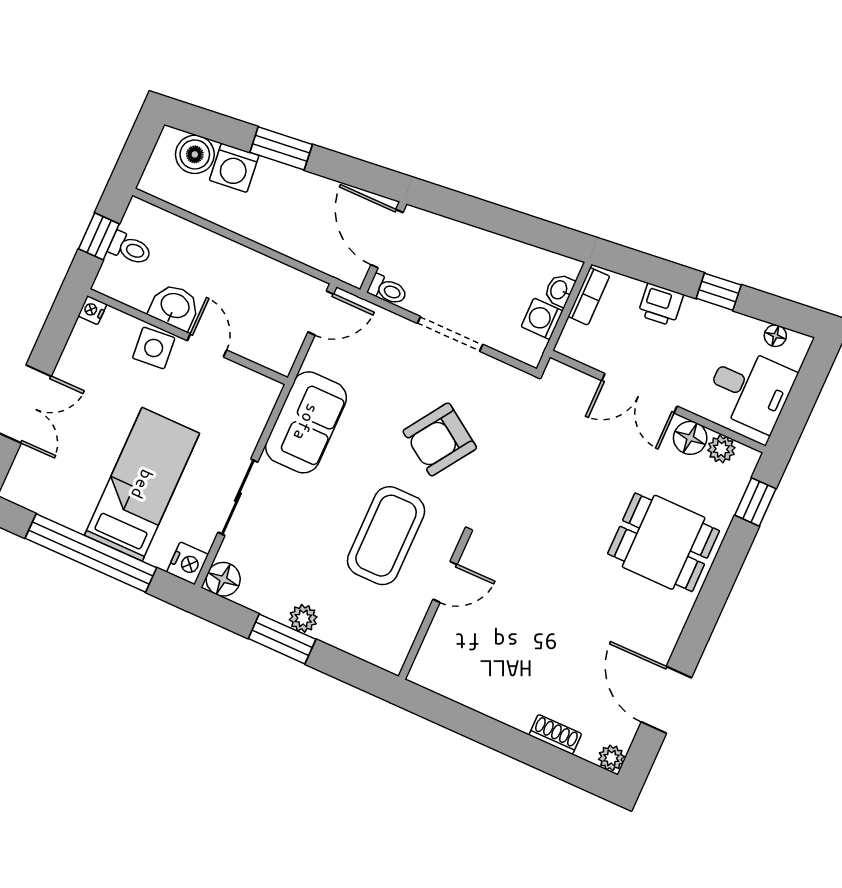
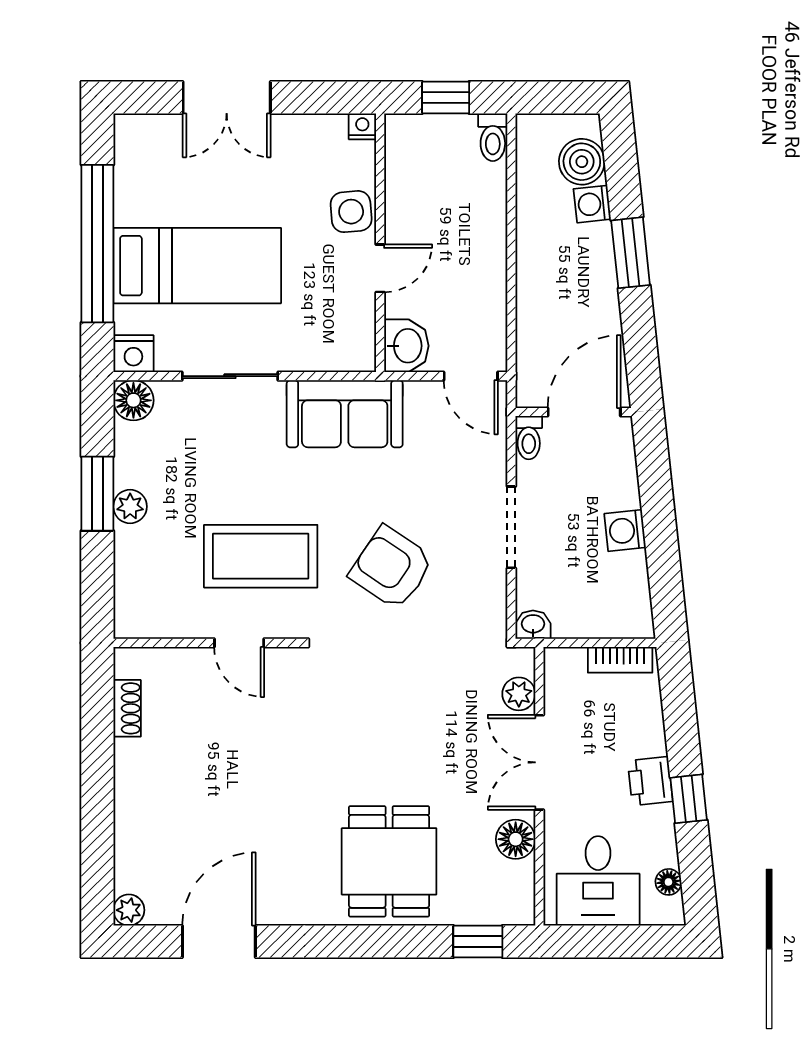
washing machine: (234, 168) -> (592, 204), width x0.73, depth x0.73
toilet: (130, 249) -> (493, 137), moved
washbasin: (559, 290) -> (533, 625), moved
printer: (661, 305) -> (650, 781), moved
washbasin: (175, 307) -> (406, 346), moved
washing machine: (542, 319) -> (625, 531), moved, turned -96
plant: (721, 449) -> (519, 694), moved
shoe rack: (555, 734) -> (127, 708), moved

